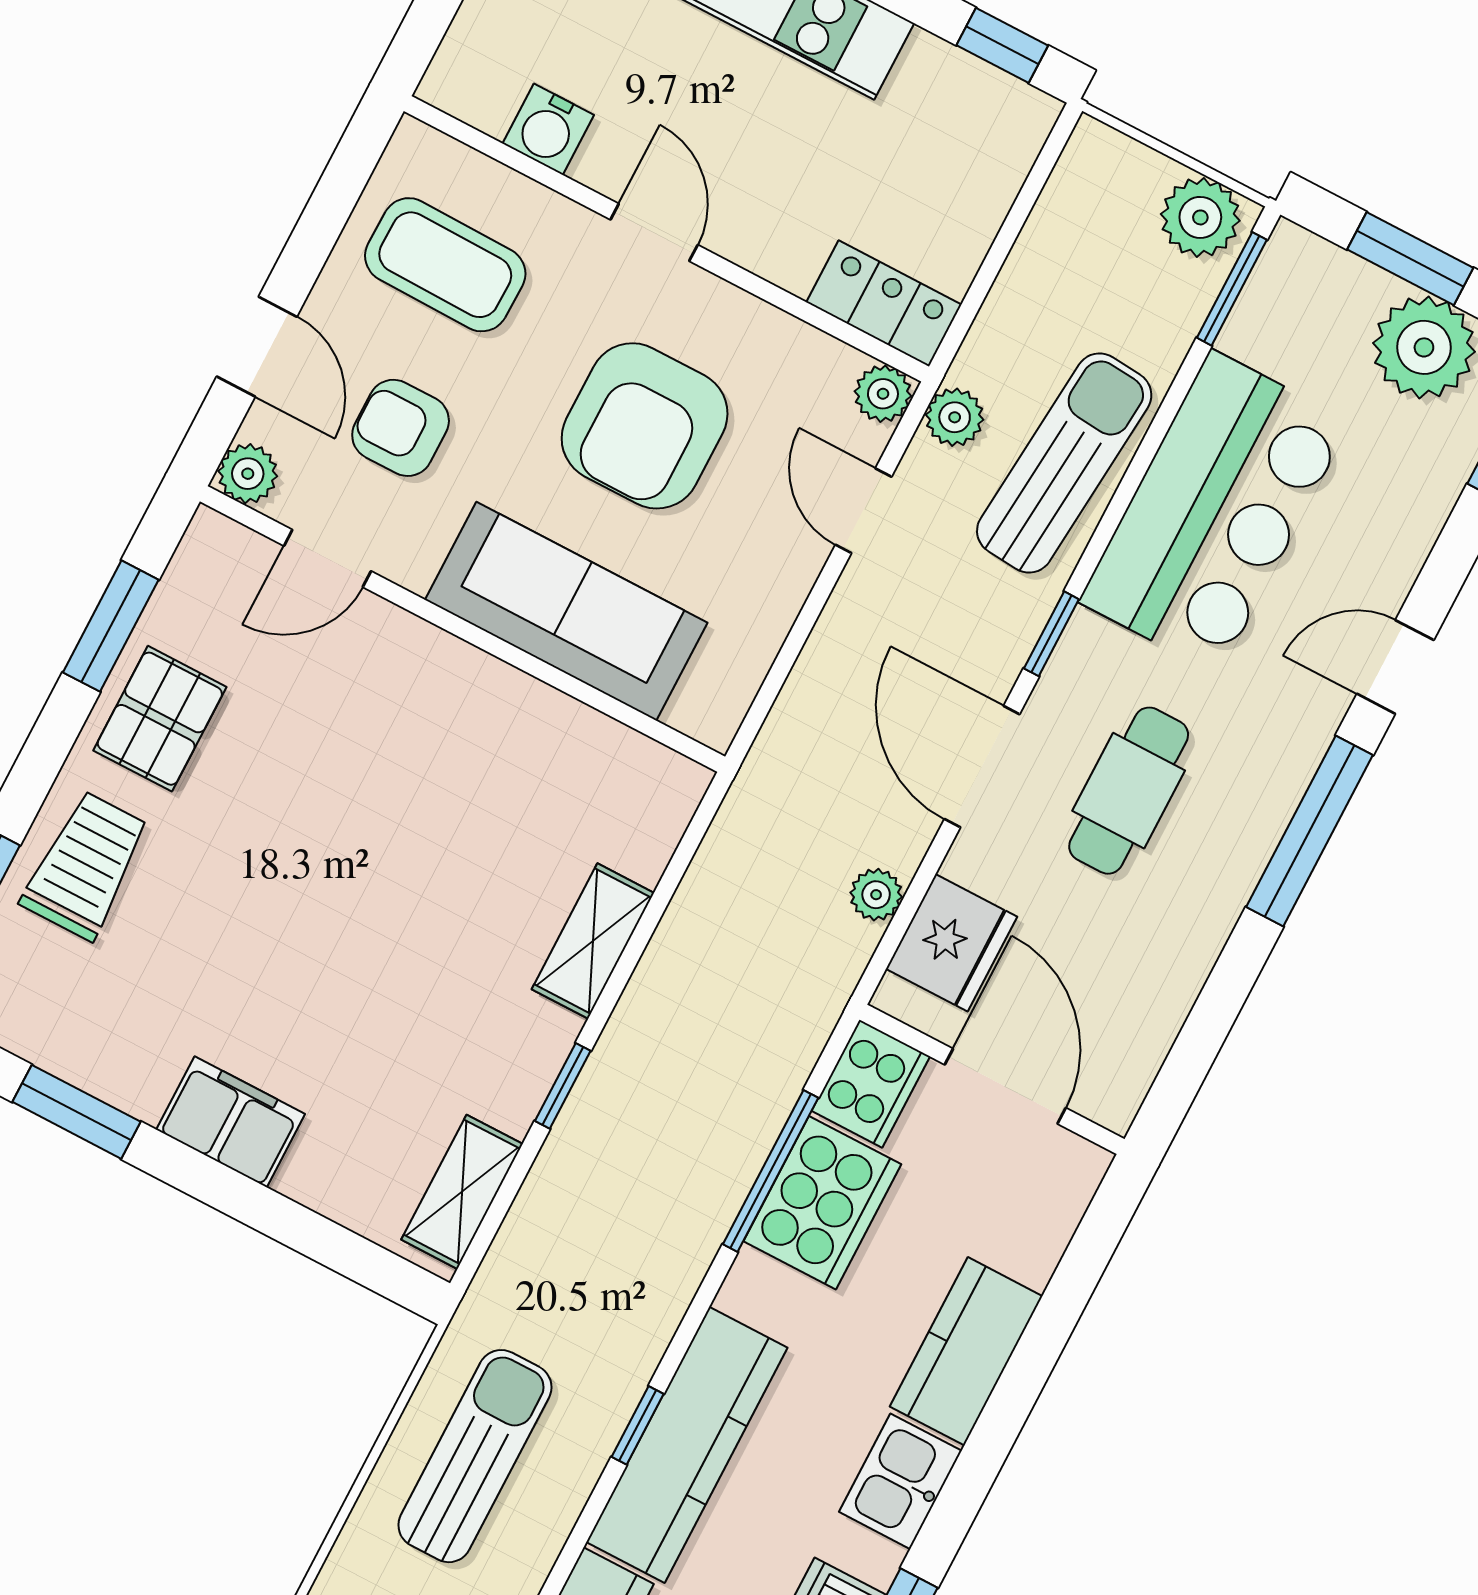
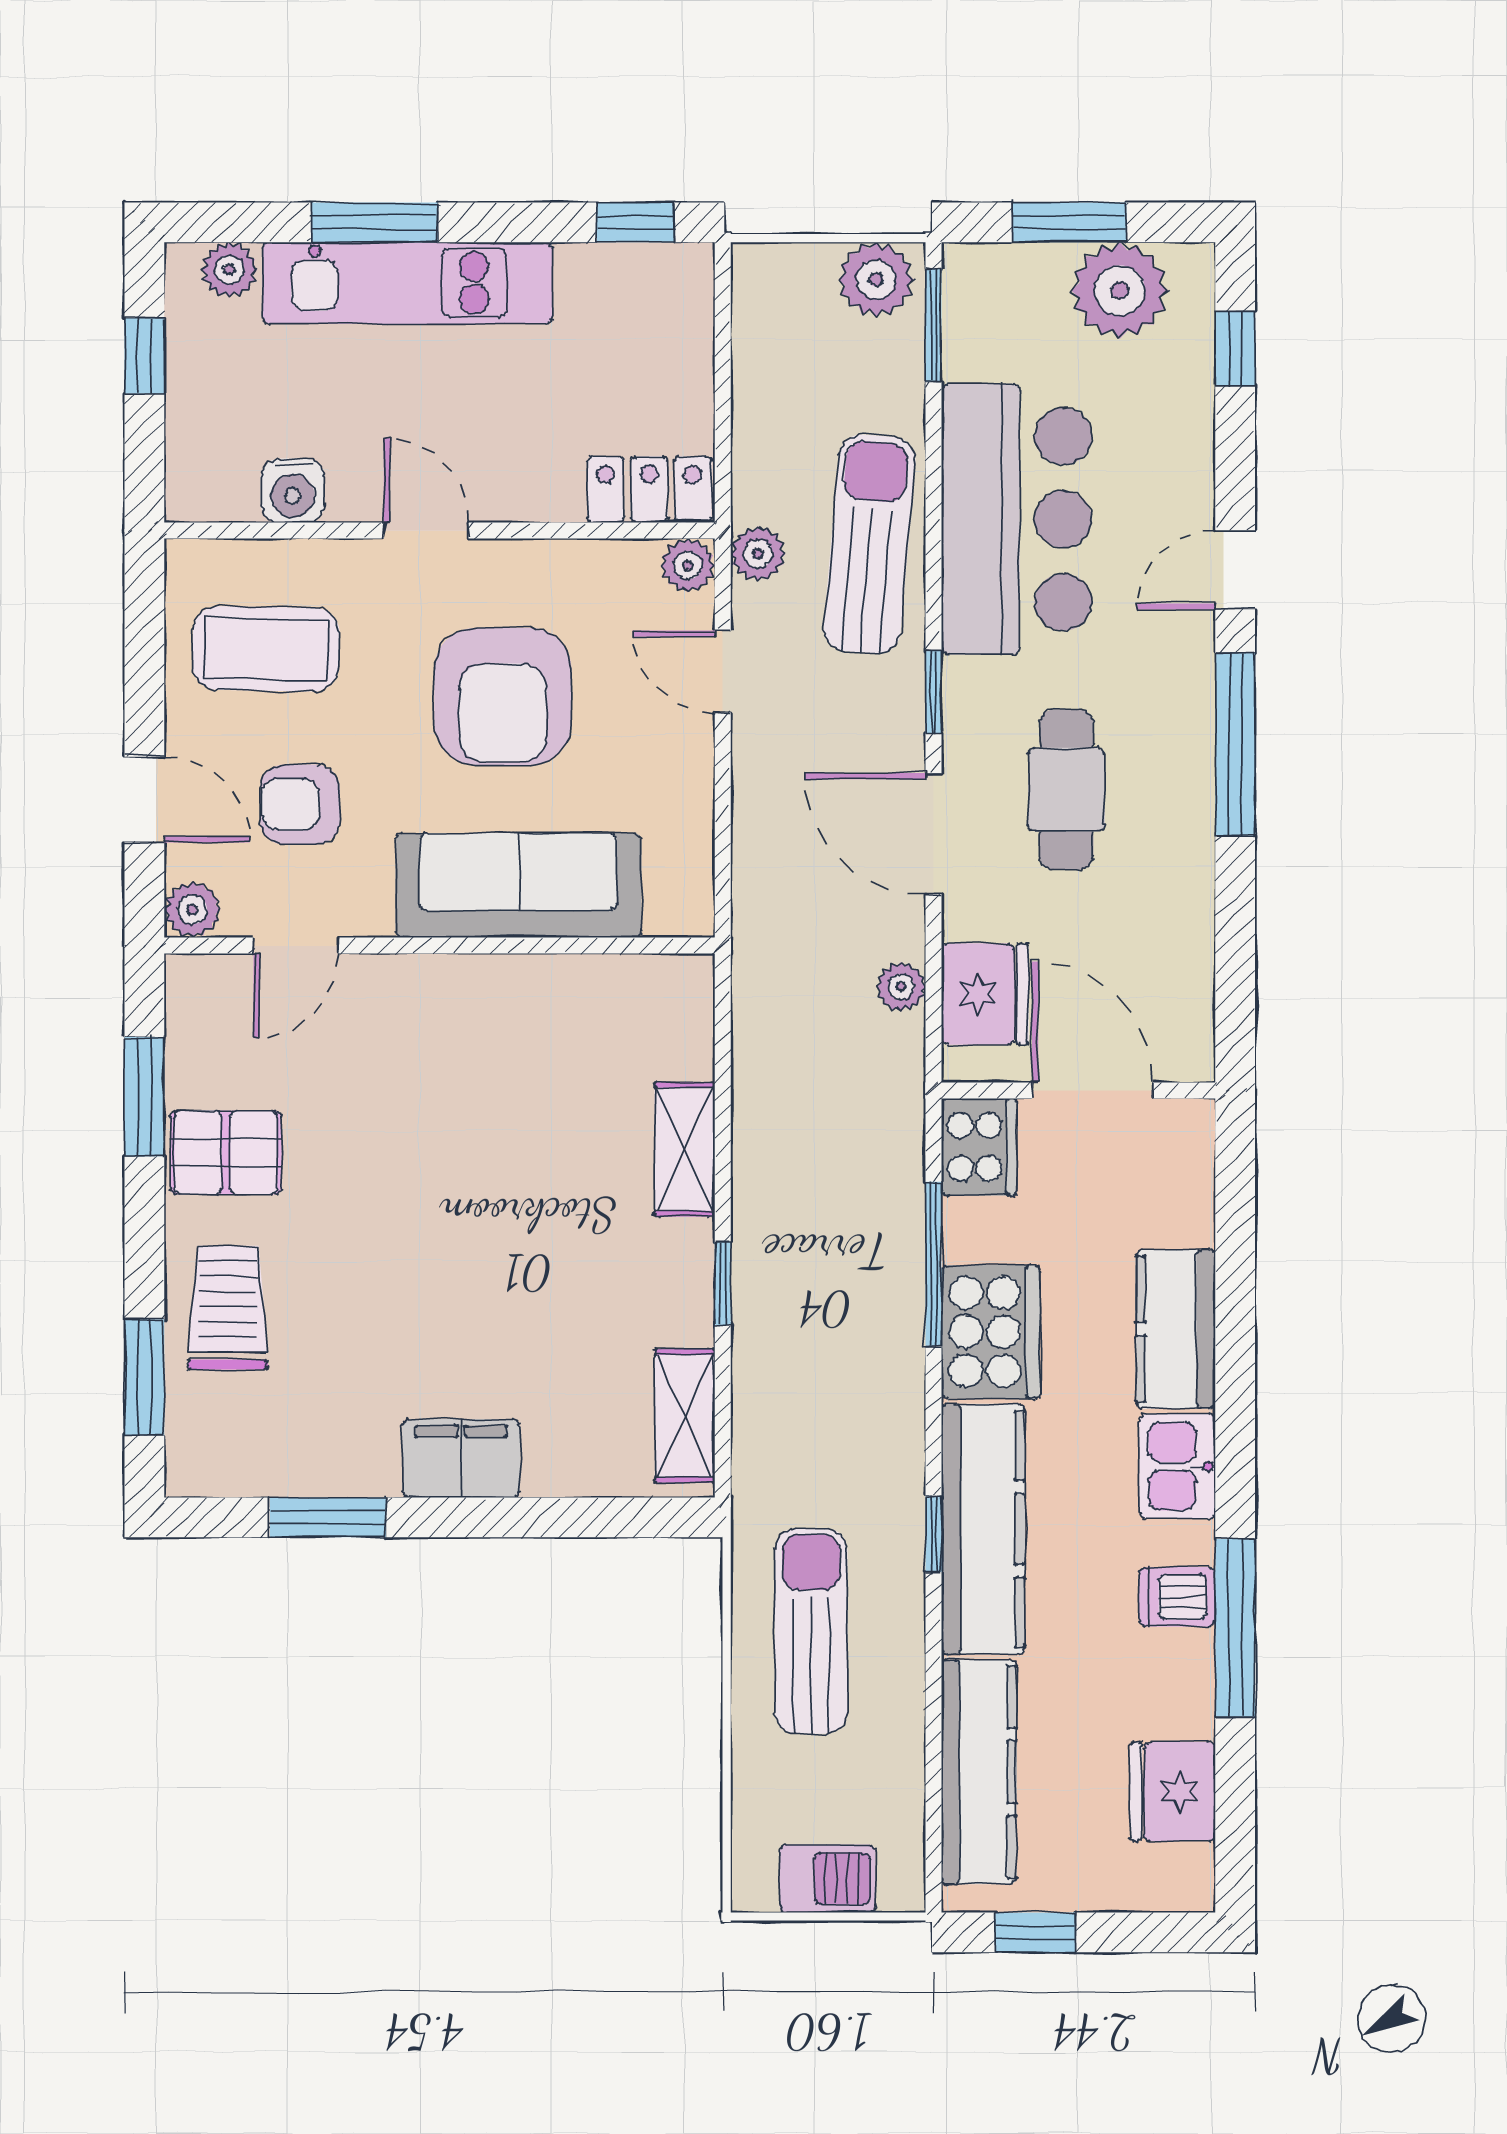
pallet: (160, 719) -> (226, 1153), turned 90
cooker: (822, 1203) -> (991, 1332), moved

